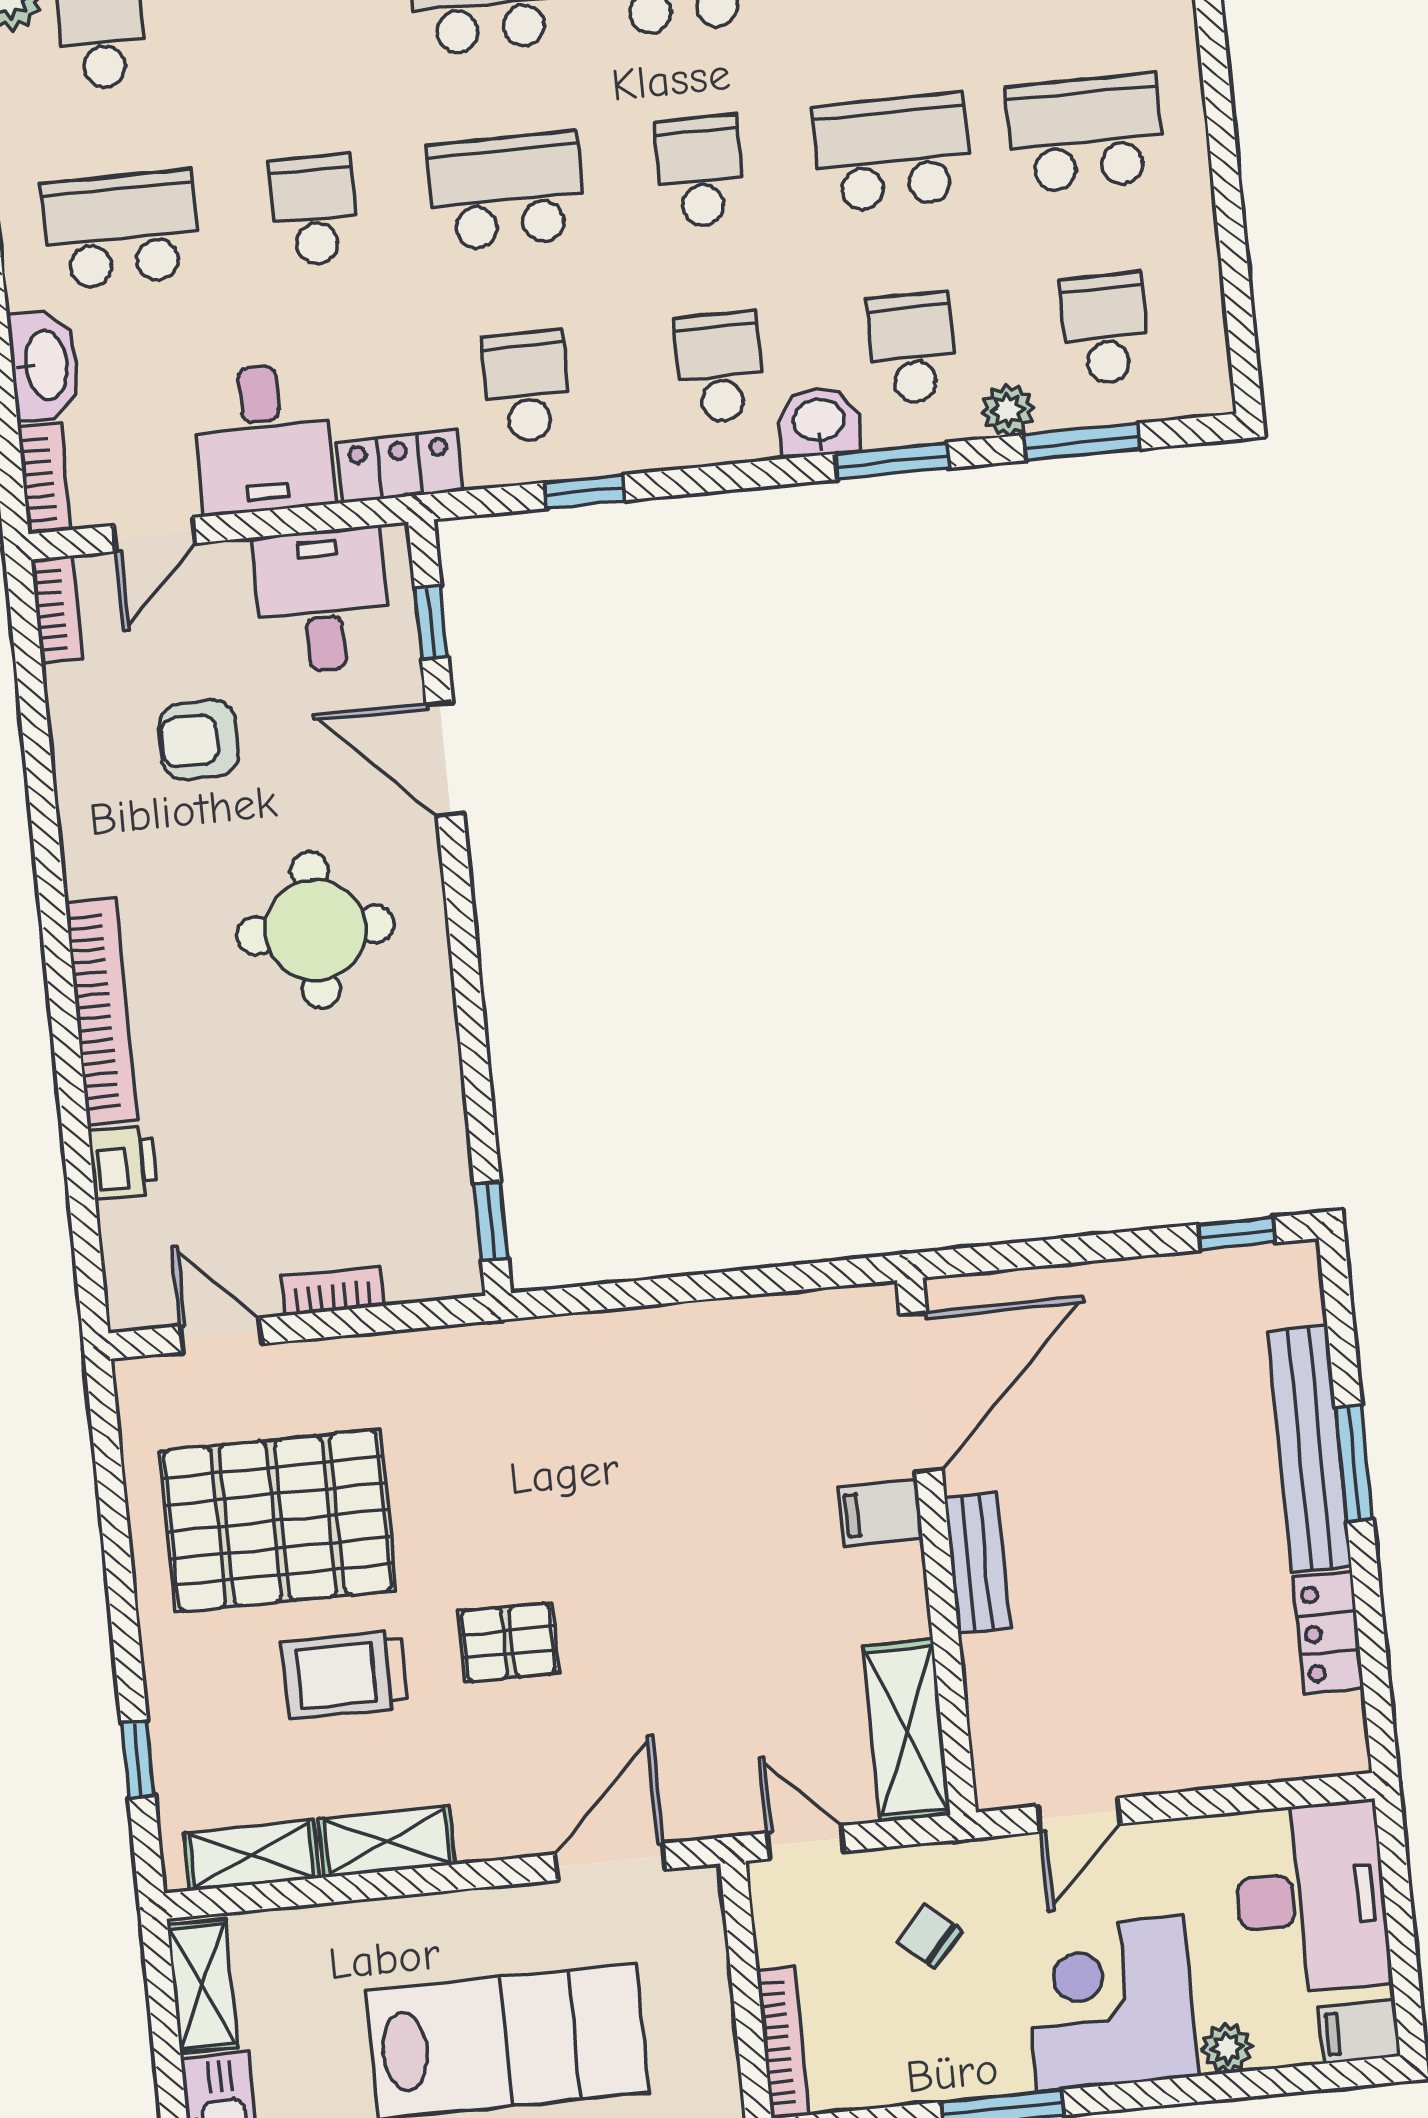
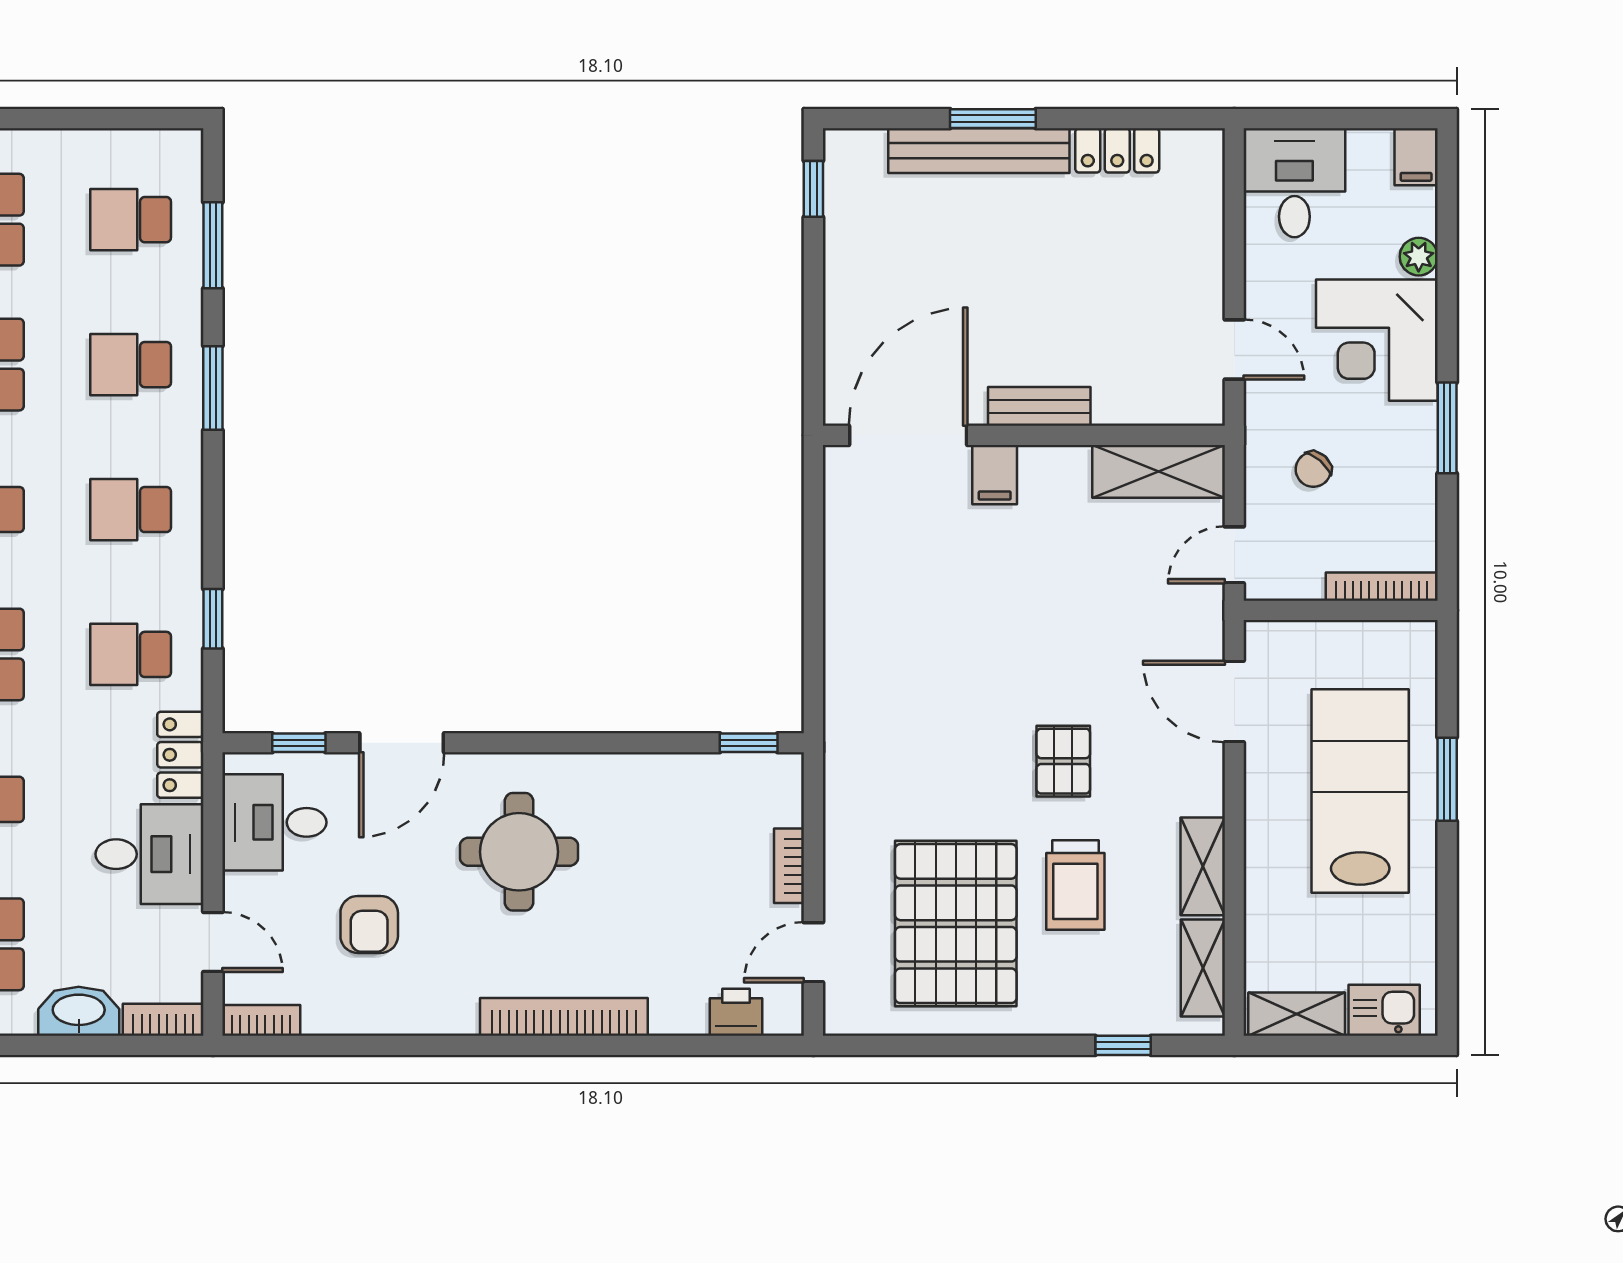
plant: (1008, 410) -> (184, 298), removed
washbasin: (819, 422) -> (178, 440), removed
printer: (123, 1162) -> (736, 1012), moved
door: (921, 1393) -> (908, 435), hinge flipped
desk: (1311, 1898) -> (1294, 183), width x0.73

